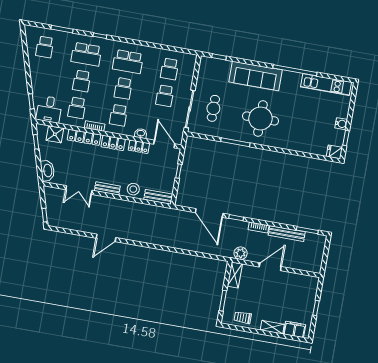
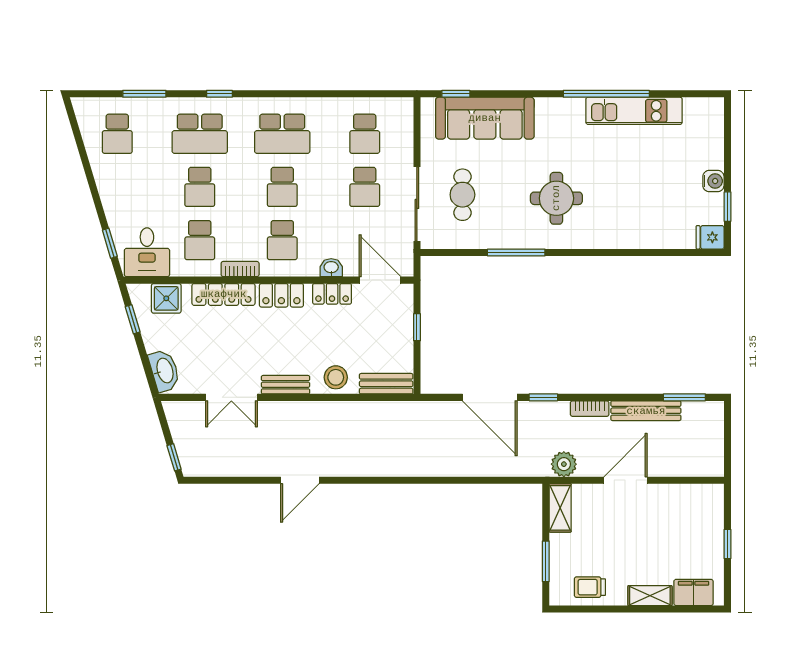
sofa: (256, 76) -> (485, 118), moved
kitchen unit: (326, 85) -> (634, 111), moved
round table: (260, 118) -> (556, 198), width x0.73, depth x0.73

